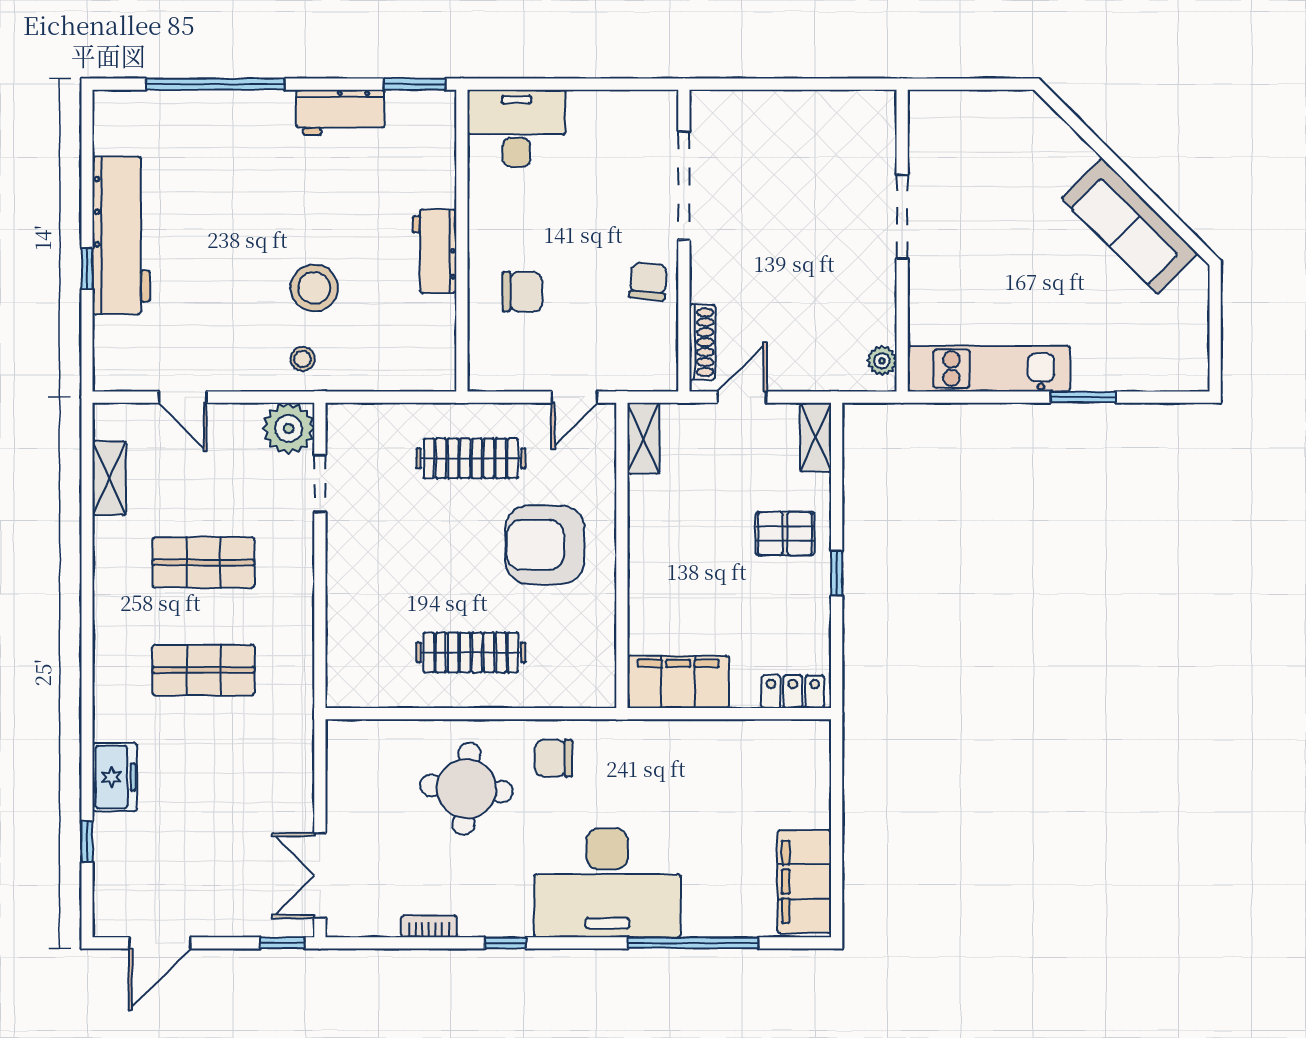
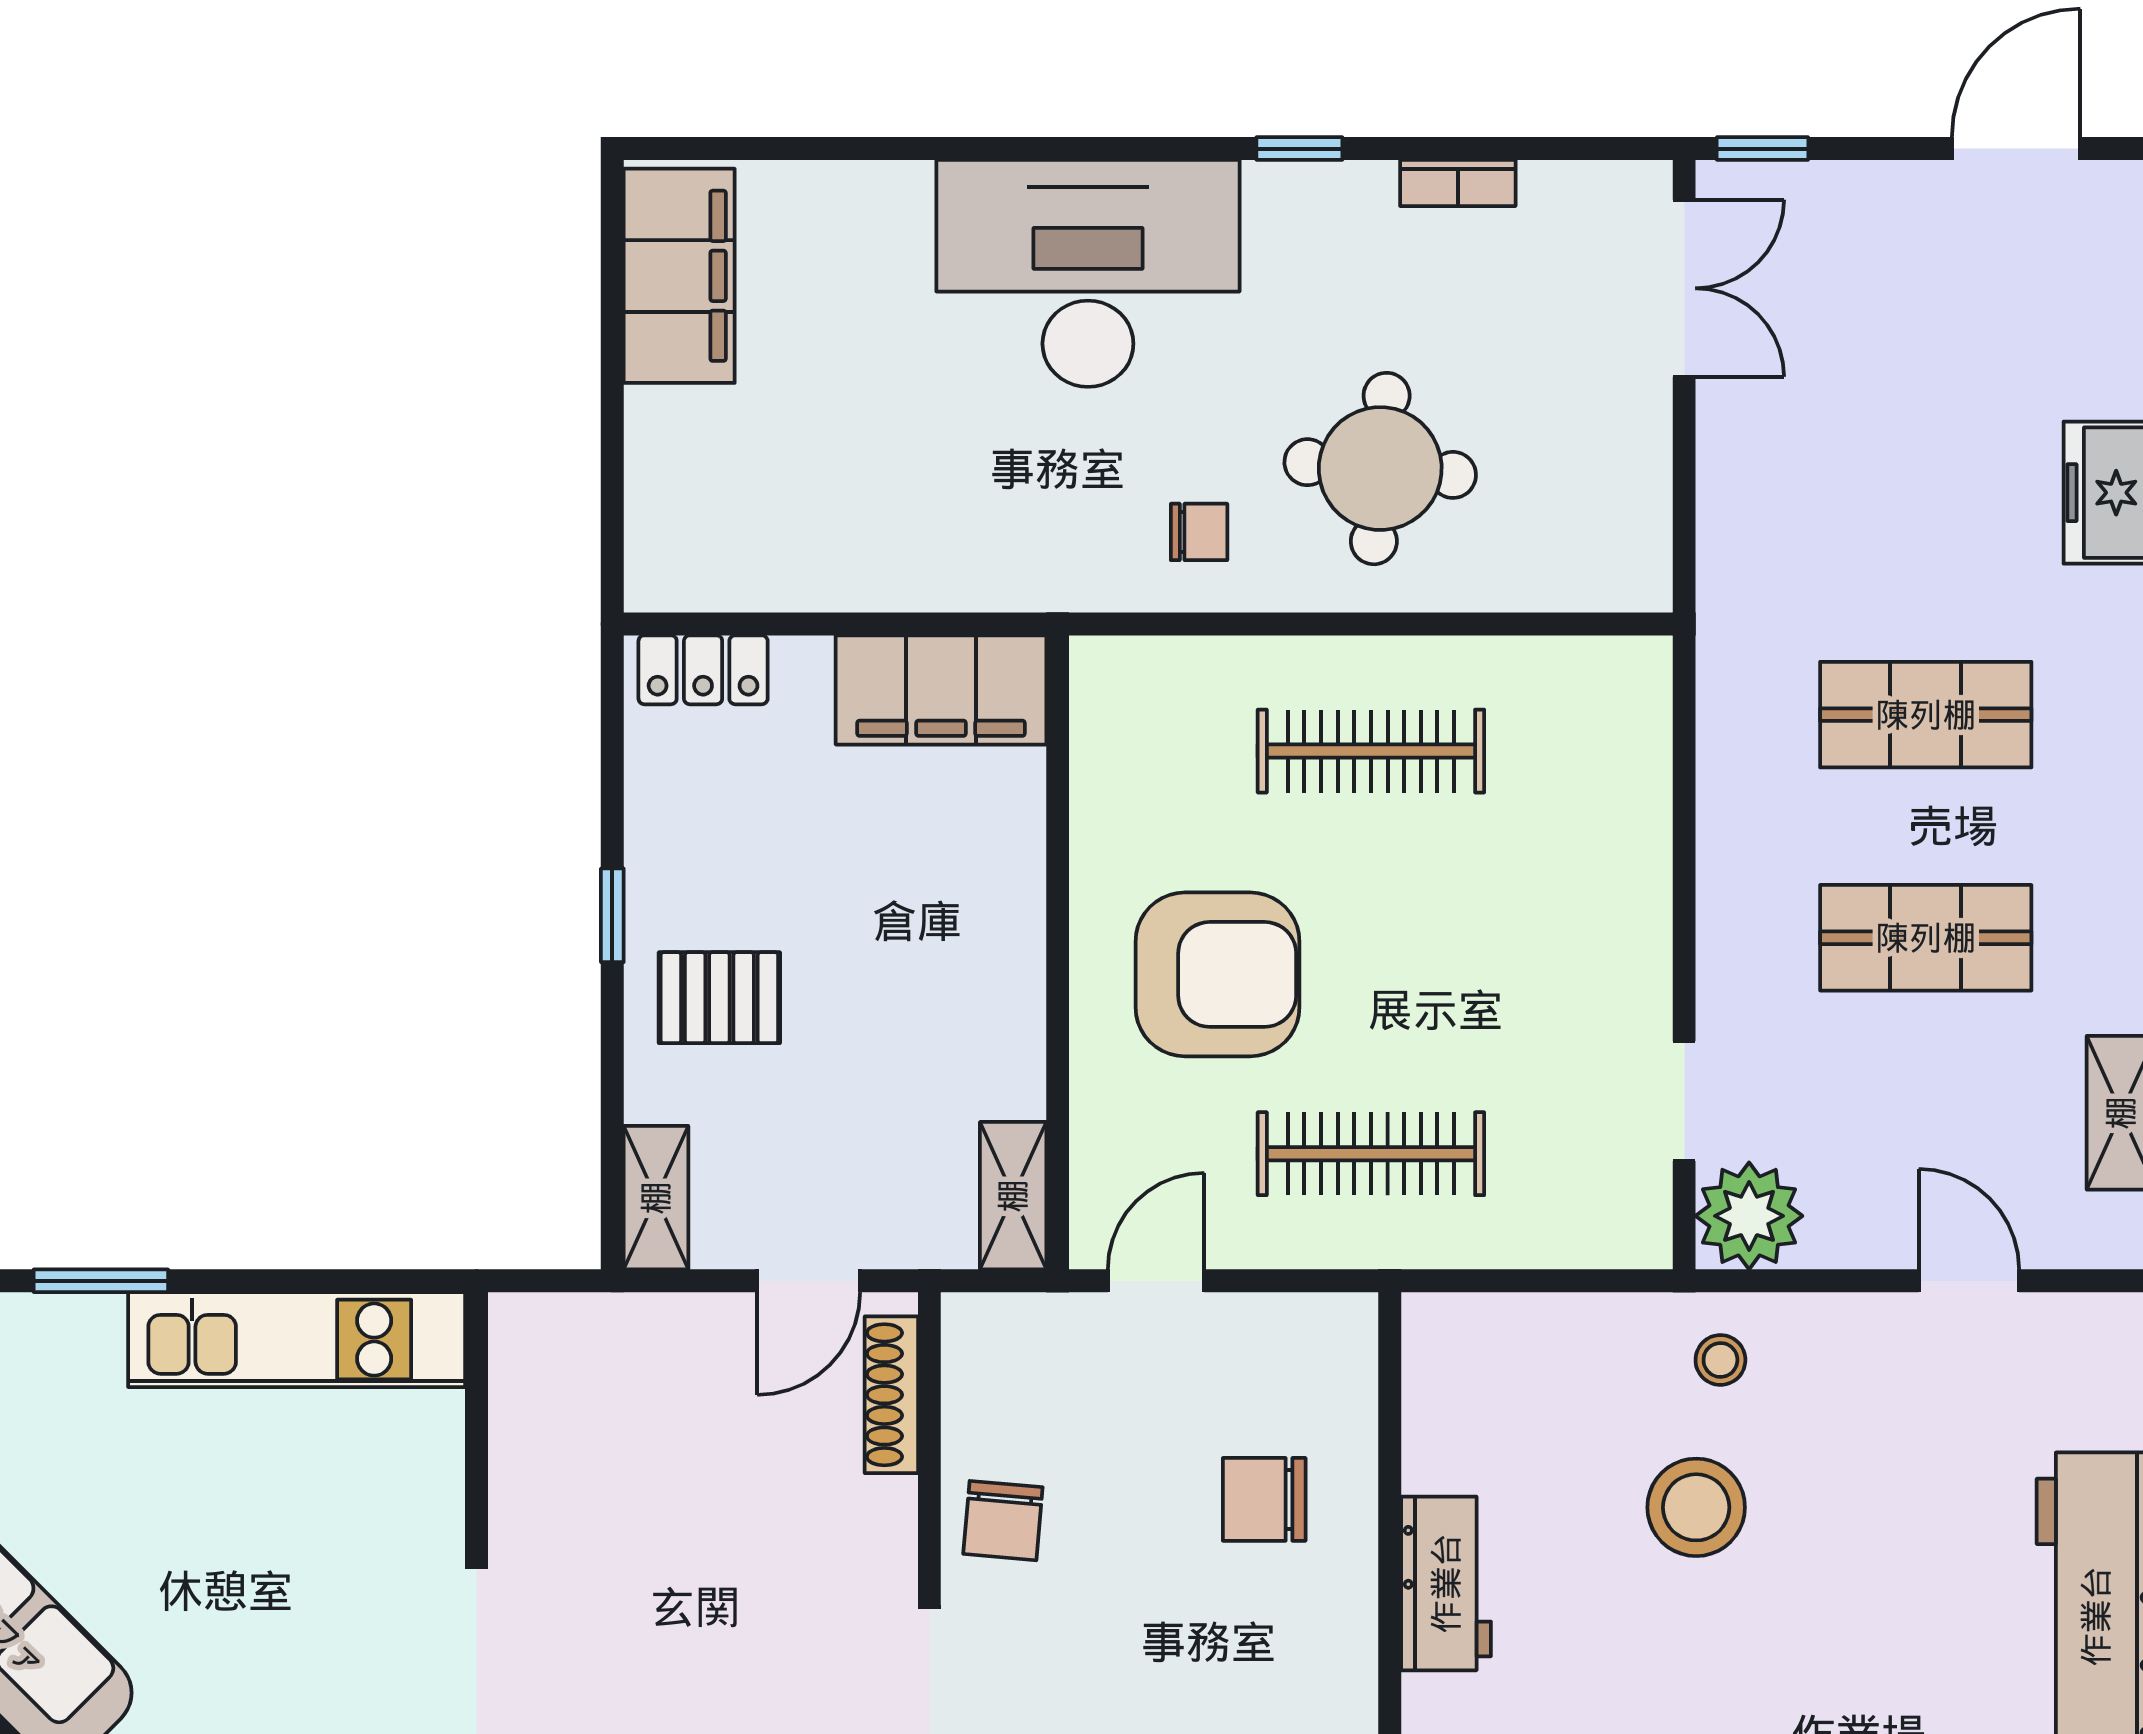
plant: (882, 361) -> (518, 1356), removed
chair: (554, 758) -> (1199, 532), width x0.73, depth x0.73
window: (693, 943) -> (910, 149), removed

